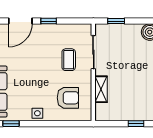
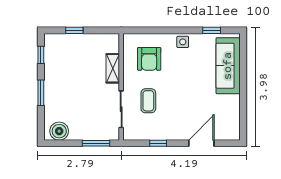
window: (49, 21) -> (158, 143), moved
window: (116, 21) -> (96, 143), width x1.50
armchair: (68, 98) -> (149, 59), turned -90

